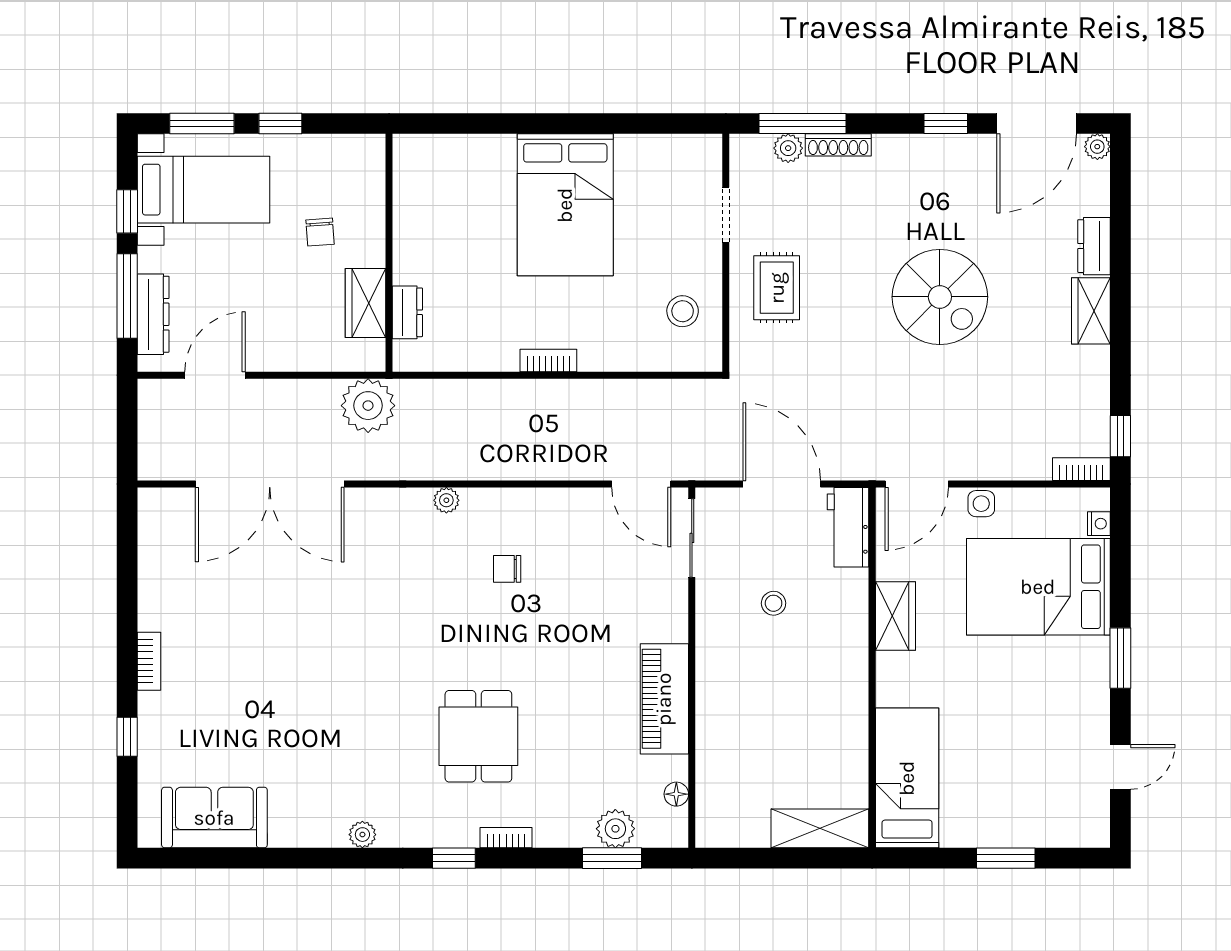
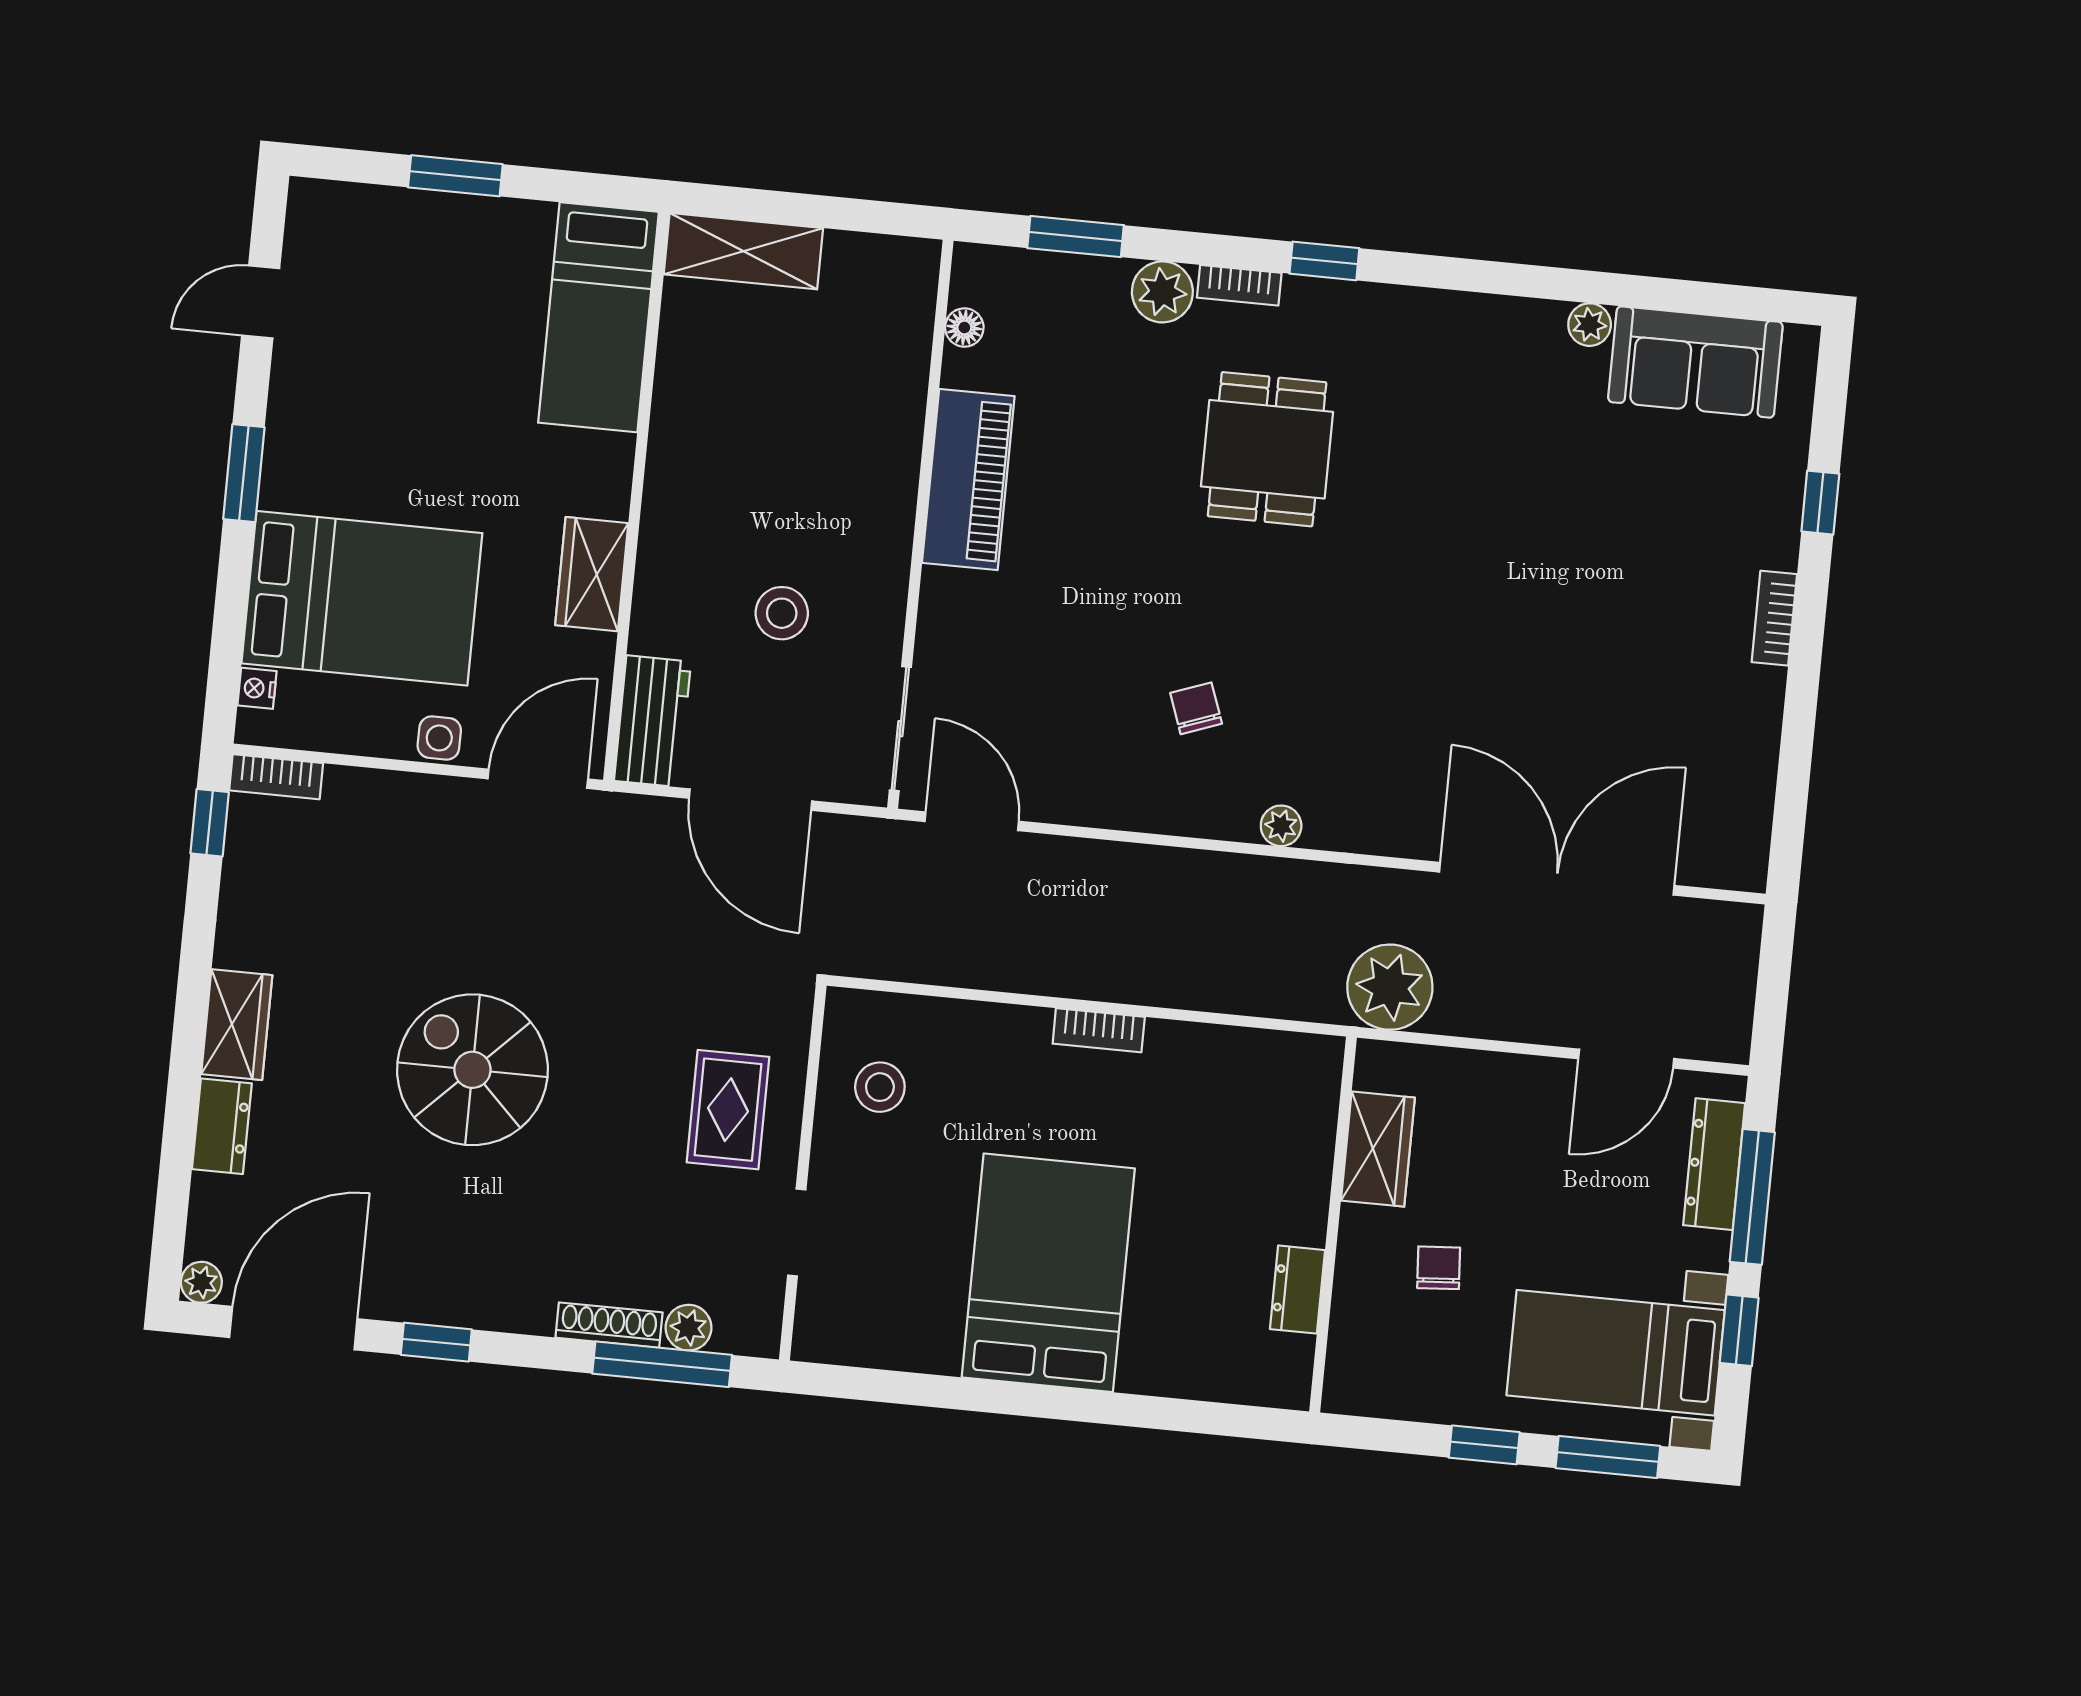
dresser: (407, 312) -> (1298, 1290), moved
chair: (507, 569) -> (1196, 708), turned -110
stool: (774, 603) -> (782, 613), width x1.37, depth x1.37
plant: (615, 829) -> (1162, 292), moved
plant: (362, 835) -> (1590, 325), moved

